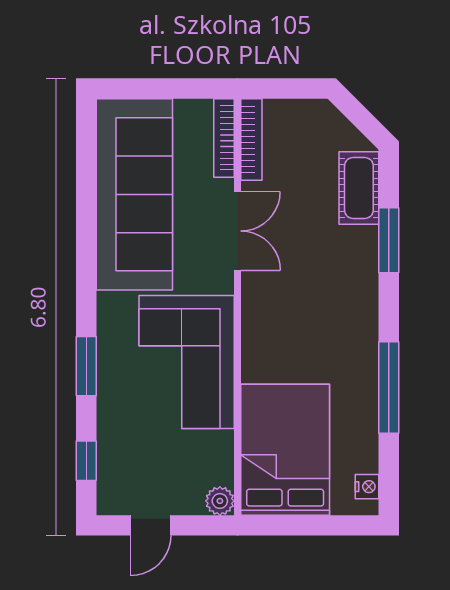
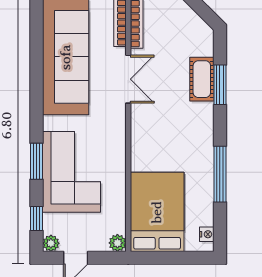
cot: (359, 188) -> (202, 79), moved
corner sofa: (187, 362) -> (71, 172), moved, turned 180
plant: (110, 501) -> (51, 243), added

